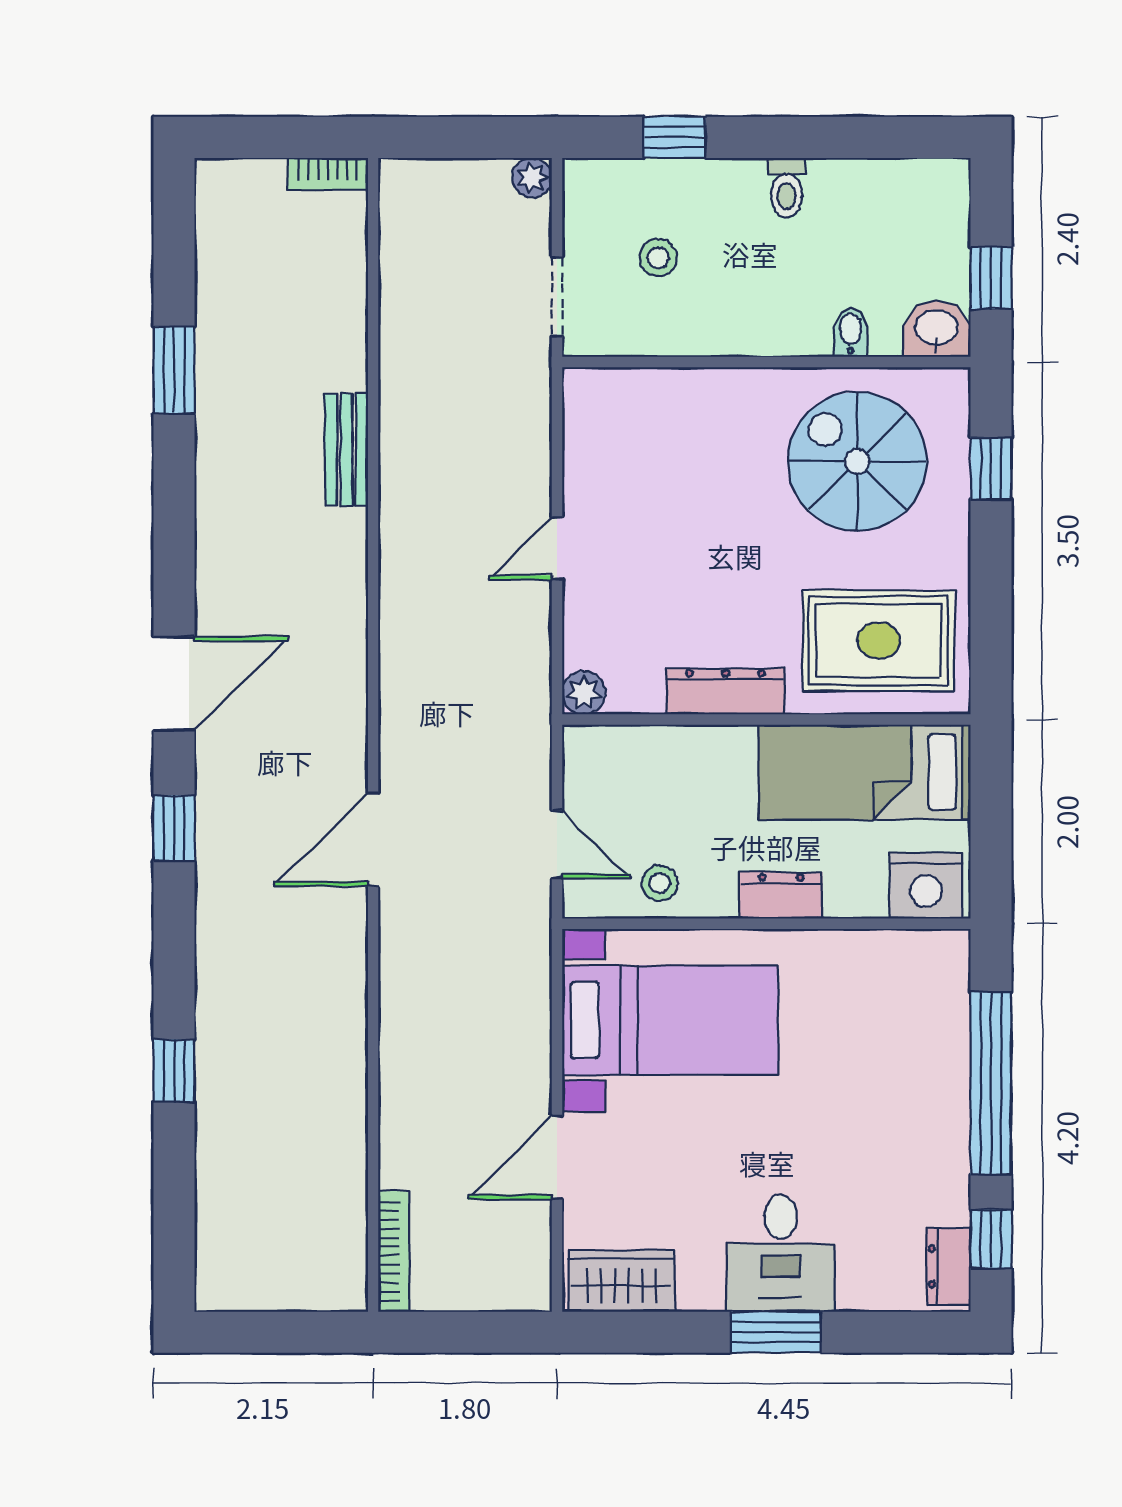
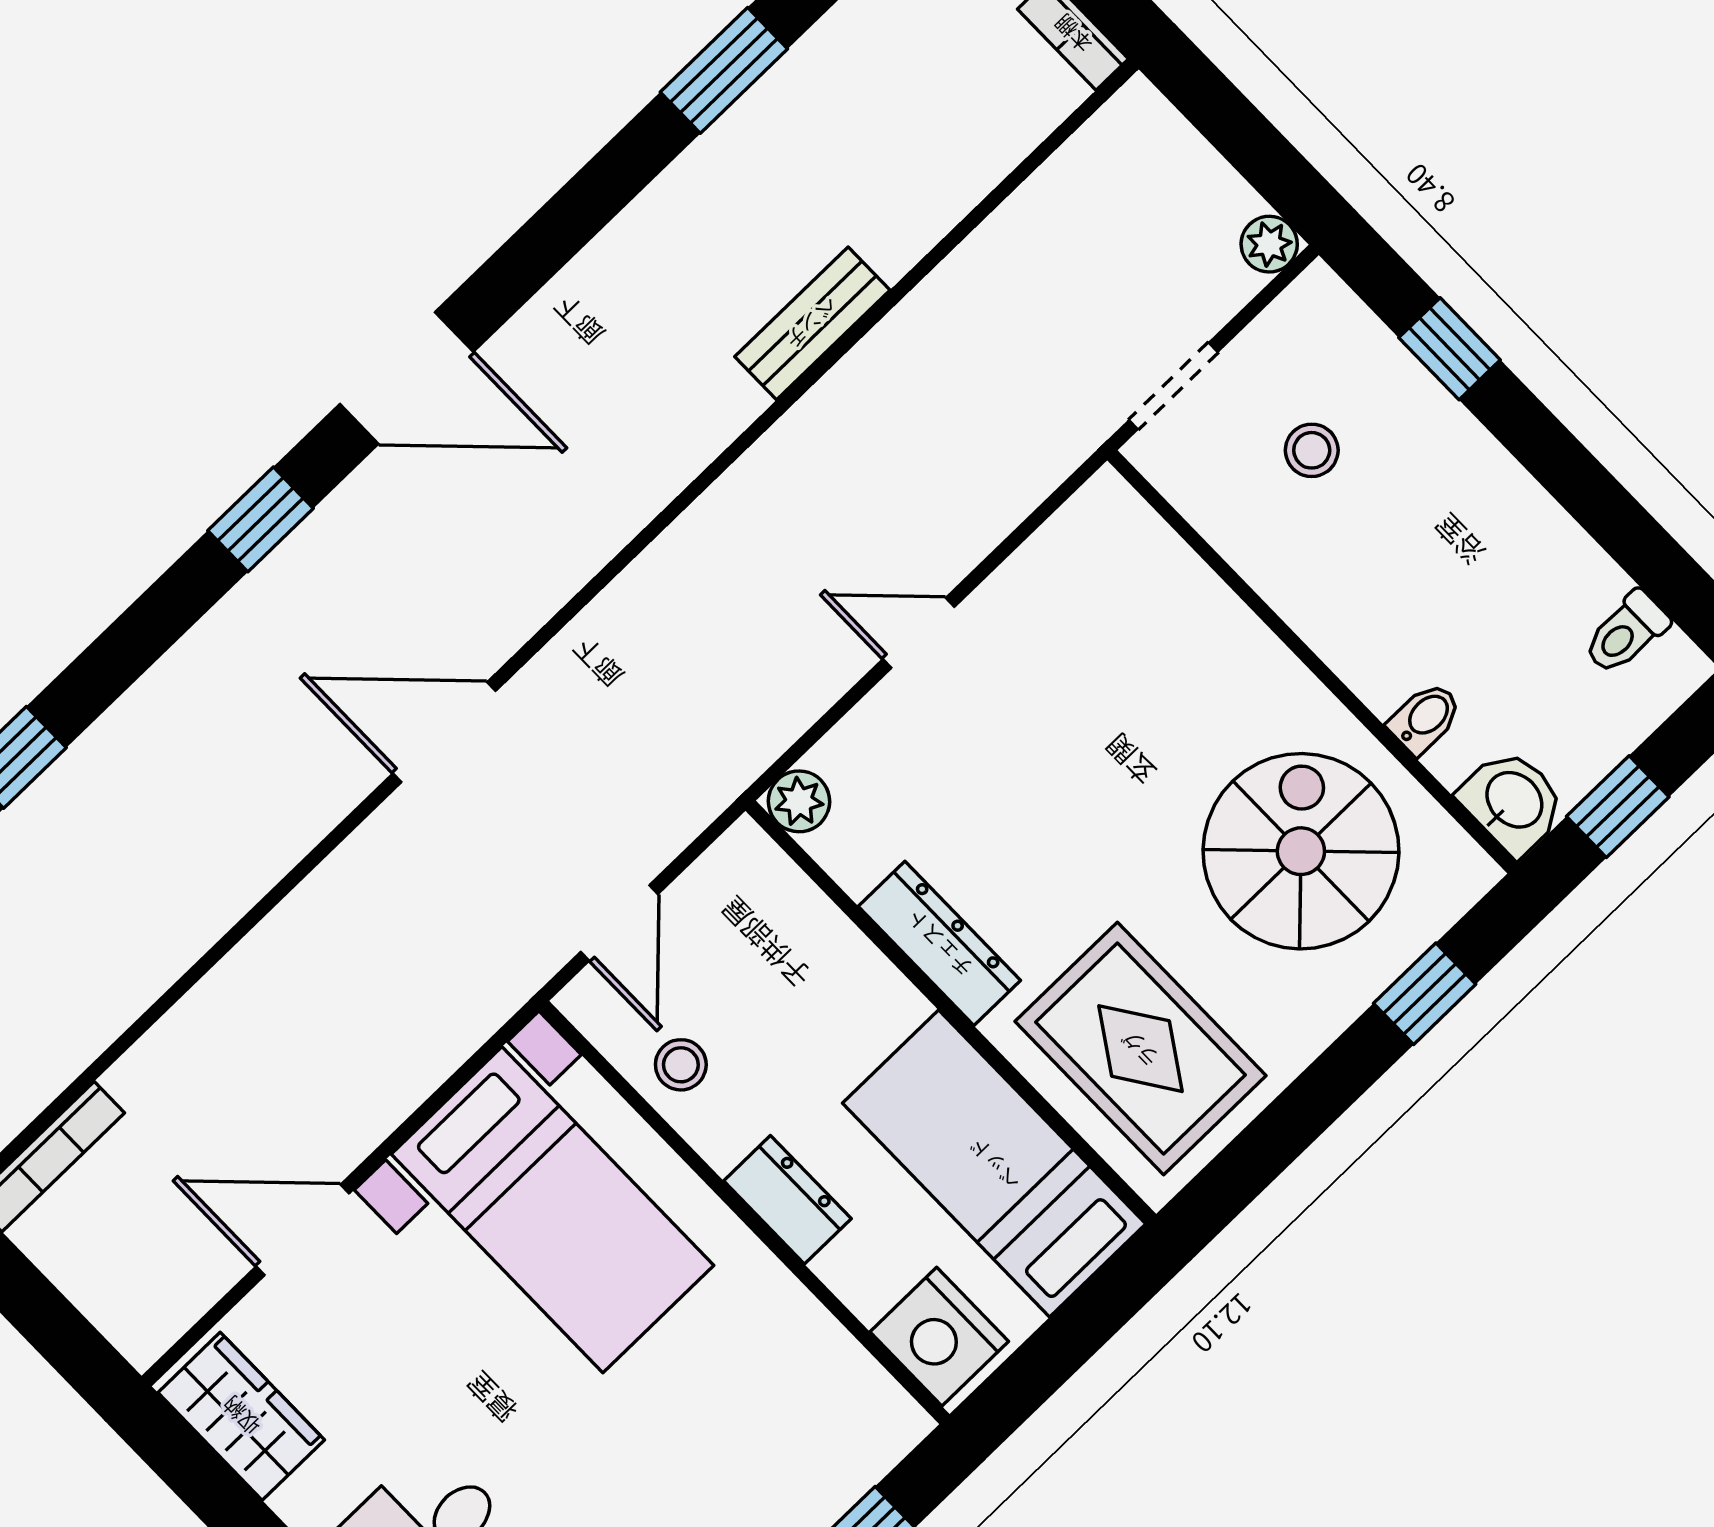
toilet: (787, 188) -> (1626, 633), moved

